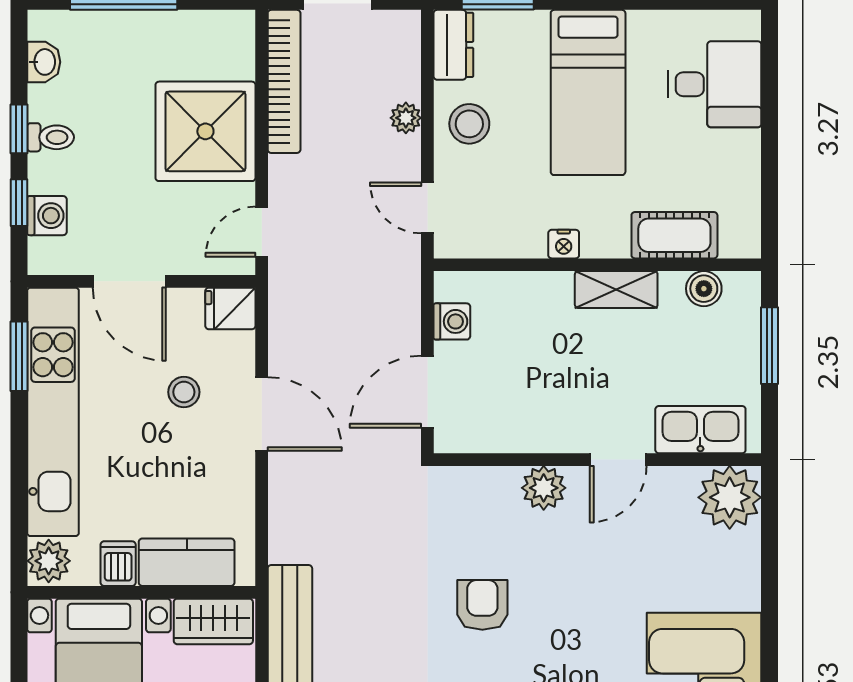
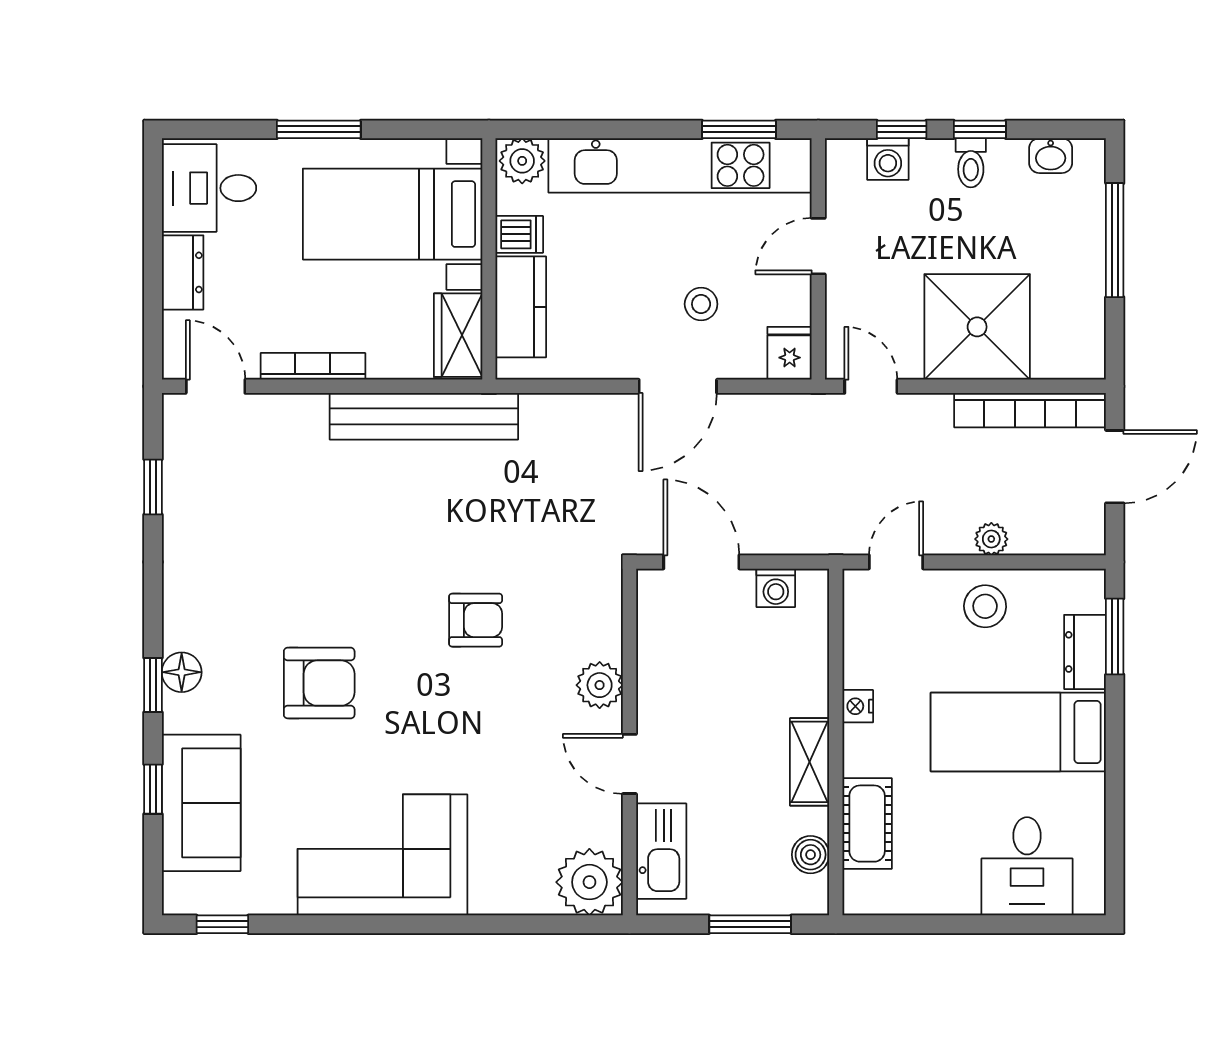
dresser: (453, 45) -> (1085, 652), moved, turned 90
door: (129, 281) -> (818, 246), width x0.73

